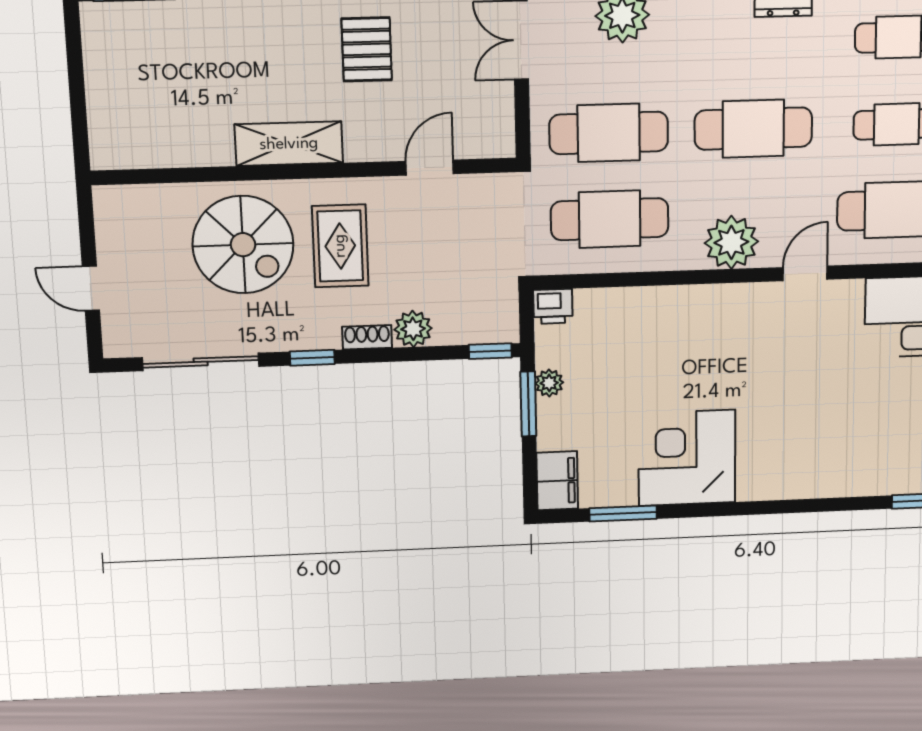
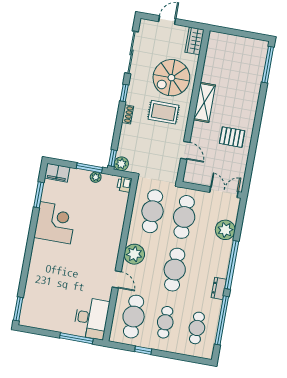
wardrobe: (129, 205) -> (195, 41), added
plant: (413, 329) -> (121, 164), moved

